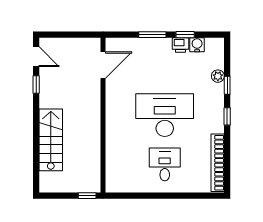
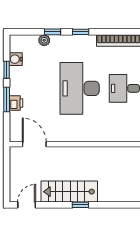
printer: (181, 45) -> (16, 103), moved
window: (36, 84) -> (80, 205), moved
stairs: (51, 140) -> (69, 192), moved

